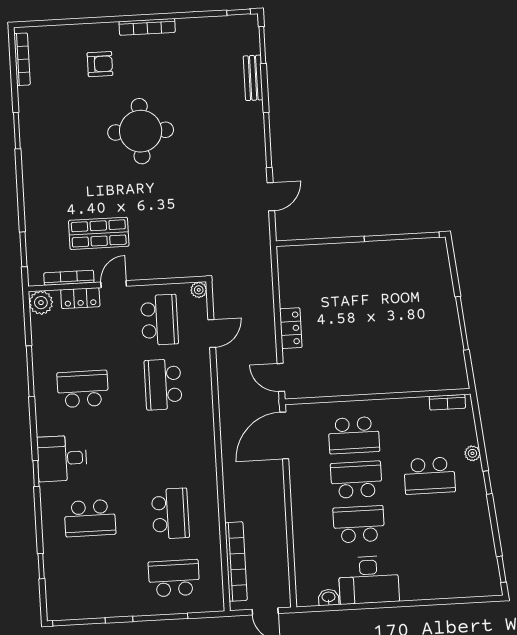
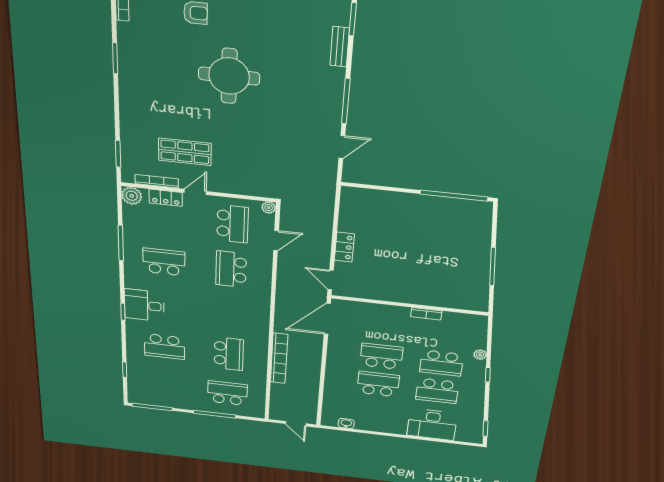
bookcase: (447, 402) -> (426, 314), moved
school desk: (354, 435) -> (437, 391), moved
bookcase: (236, 562) -> (279, 358), moved
desk: (369, 580) -> (432, 424), moved

